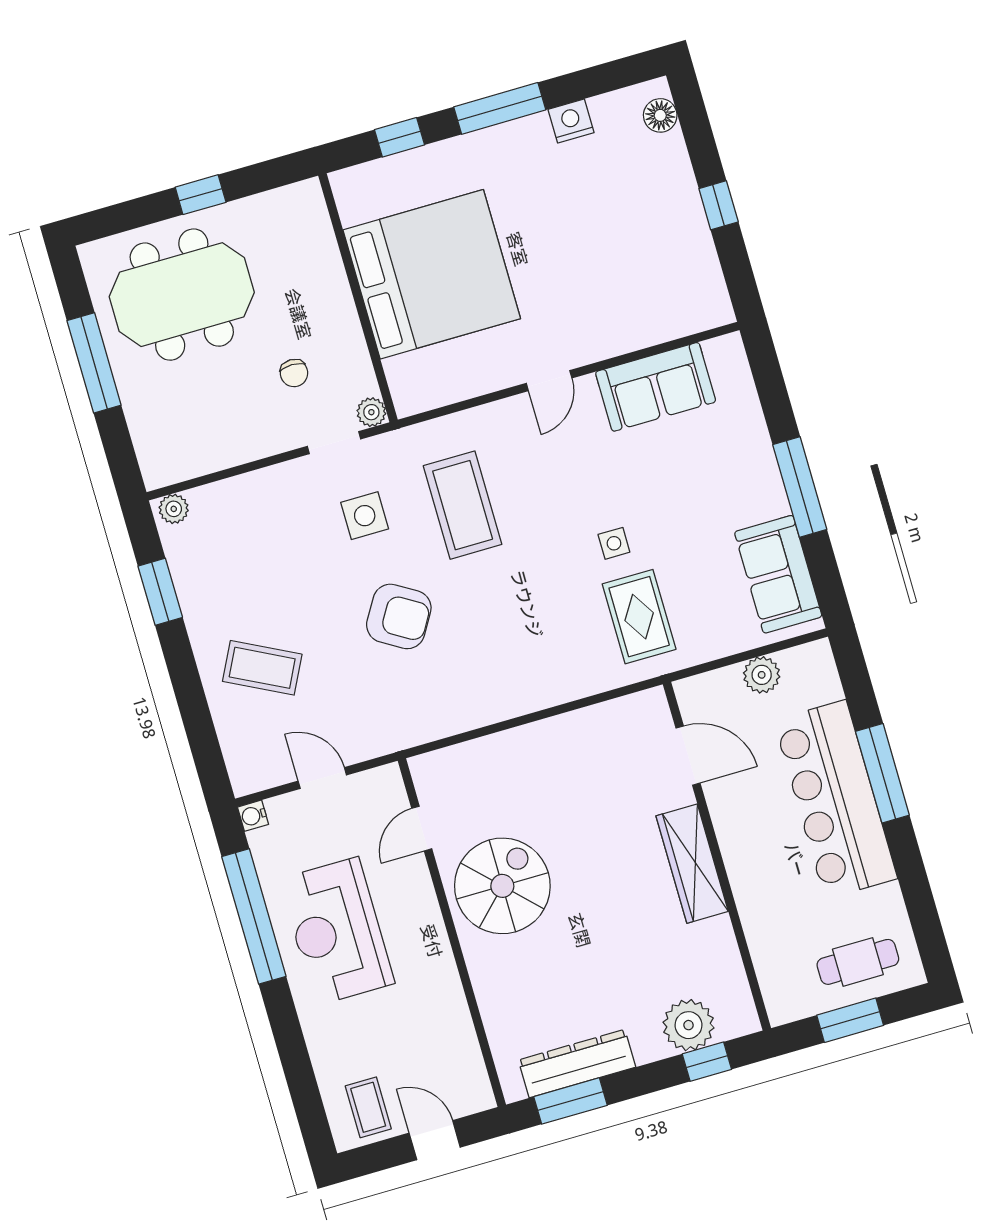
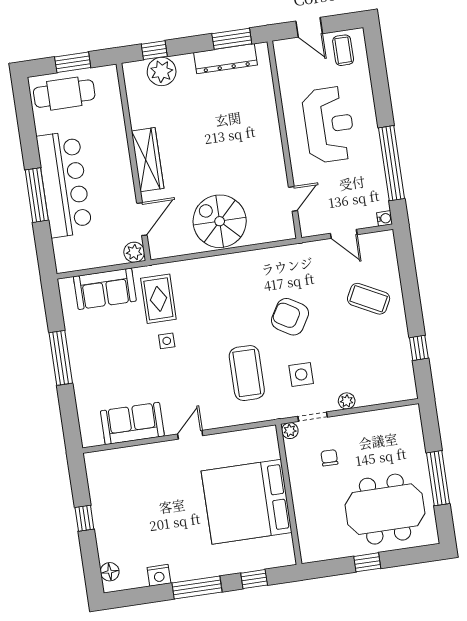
plant: (174, 509) -> (347, 401), moved
sofa: (778, 574) -> (105, 289), moved, turned 90
window: (160, 592) -> (419, 348), width x0.67
plant: (762, 675) -> (134, 252), moved
door: (688, 756) -> (142, 219), swing flipped
spiral stairs: (502, 886) -> (220, 221), moved, turned 90
reception desk: (337, 931) -> (329, 125), moved
cafe table: (858, 962) -> (64, 94), width x1.37, depth x1.35

